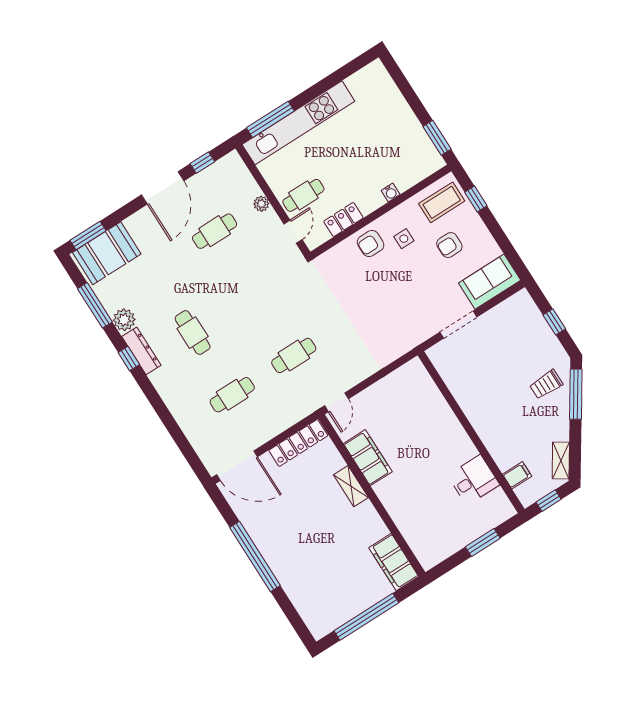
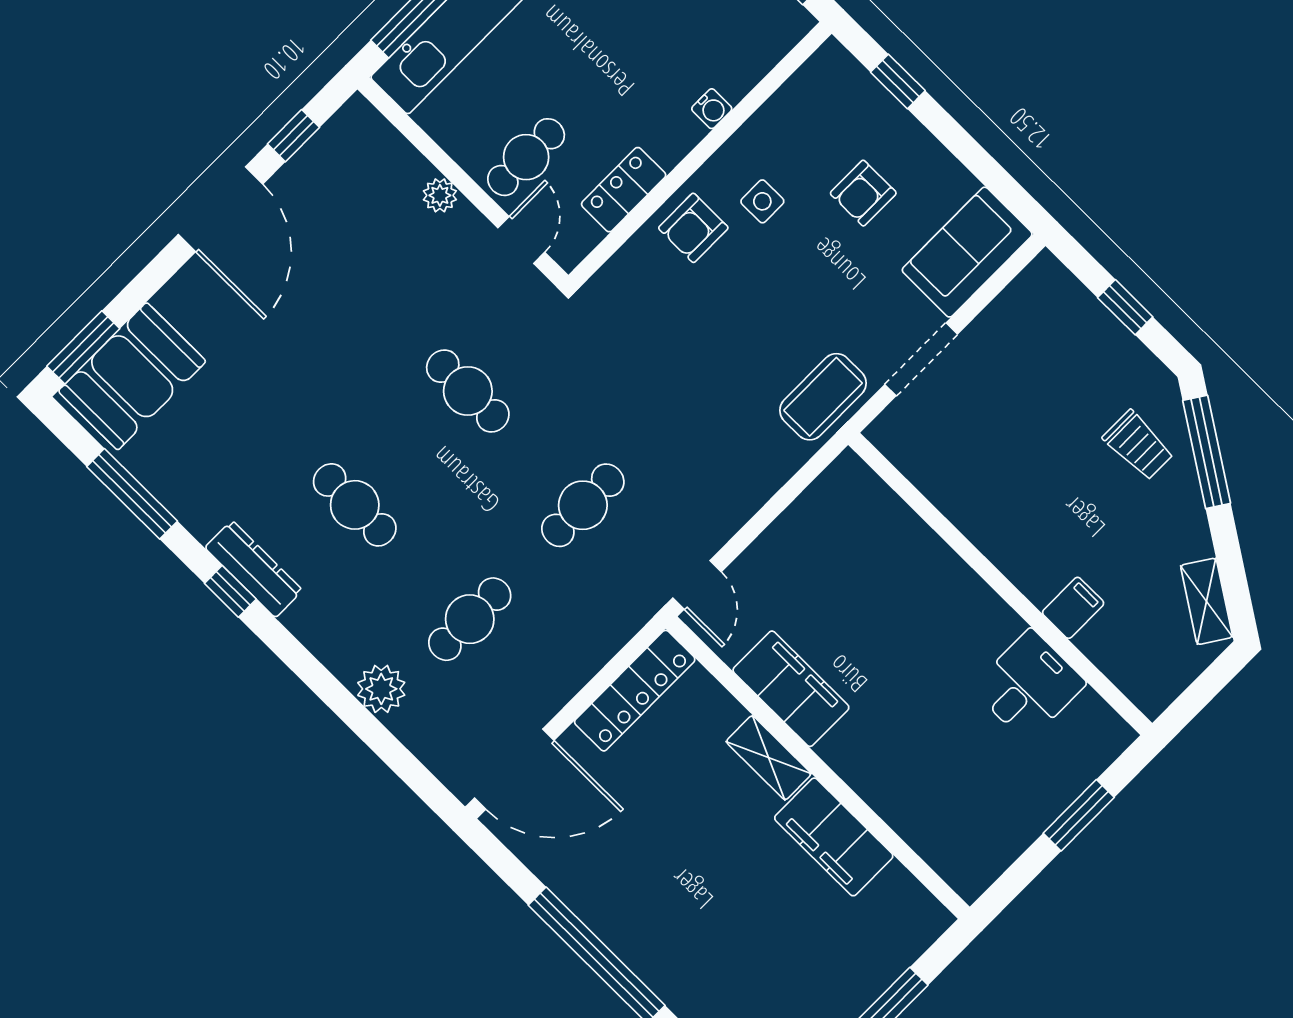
coffee table: (442, 202) -> (823, 397), moved
cafe table: (215, 231) -> (468, 391), moved, turned 90
plant: (124, 320) -> (381, 689), moved
trolley: (546, 384) -> (1138, 445), turned -90
filing cabinet: (517, 475) -> (1073, 608), moved
window: (549, 501) -> (1200, 694), removed
filing cabinet: (394, 562) -> (834, 837), moved

